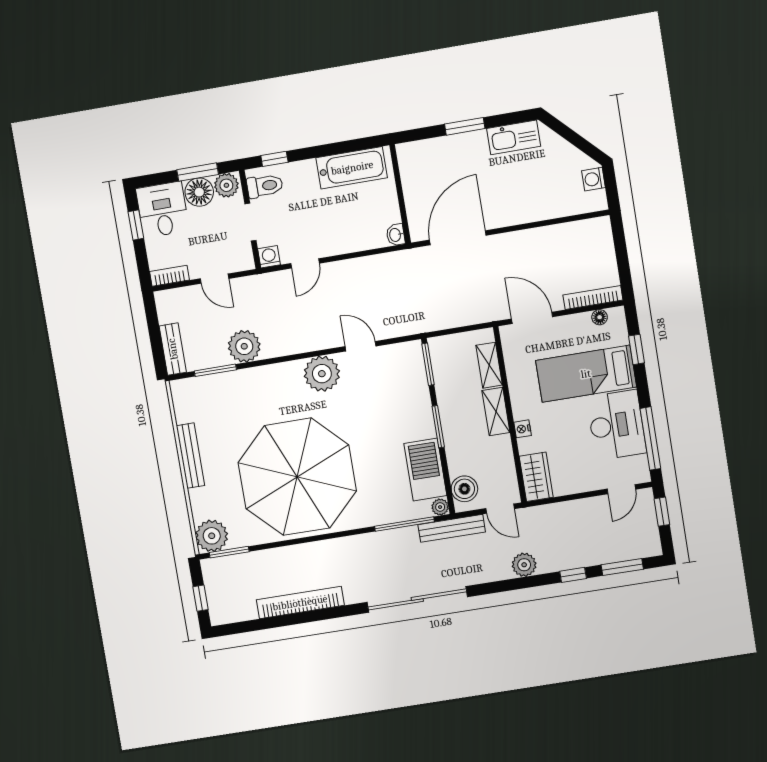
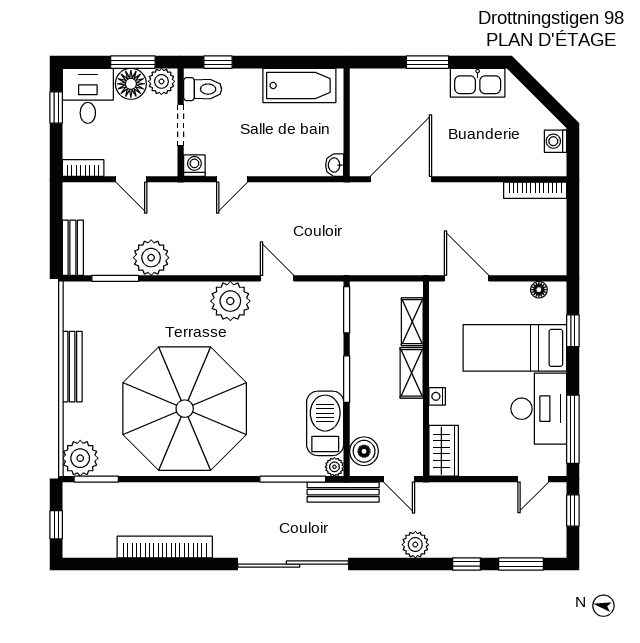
bookcase: (593, 297) -> (535, 190), moved, turned 180

